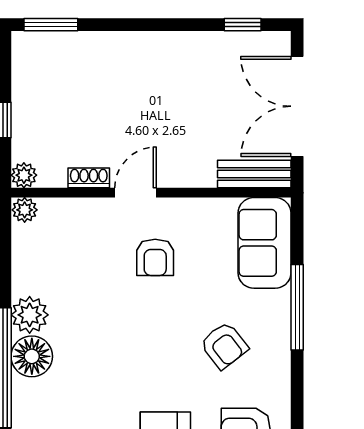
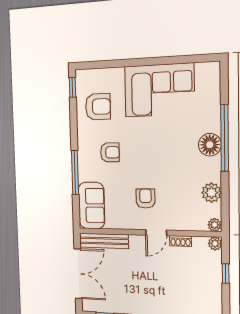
bench: (254, 174) -> (104, 241), width x1.36
plant: (30, 315) -> (211, 193), moved
armchair: (224, 345) -> (110, 152), turned 128

